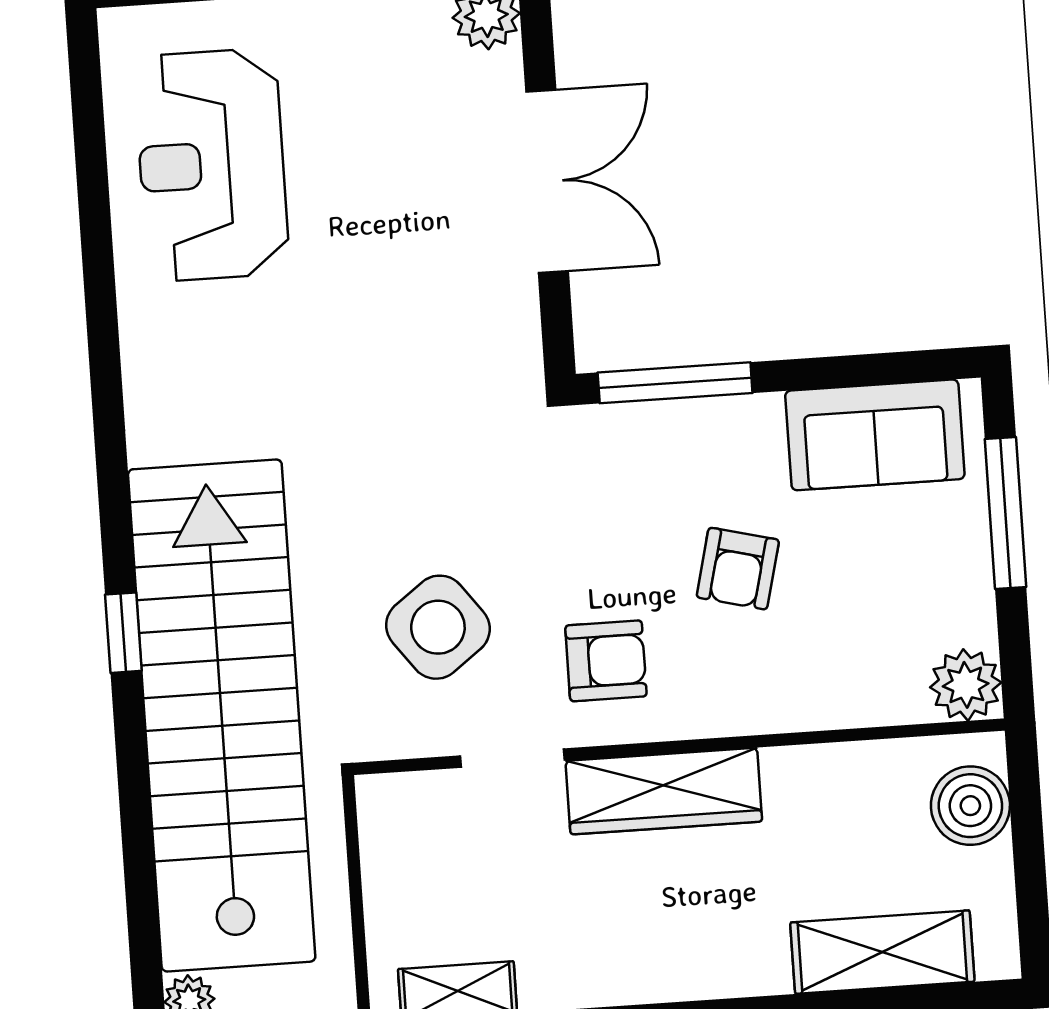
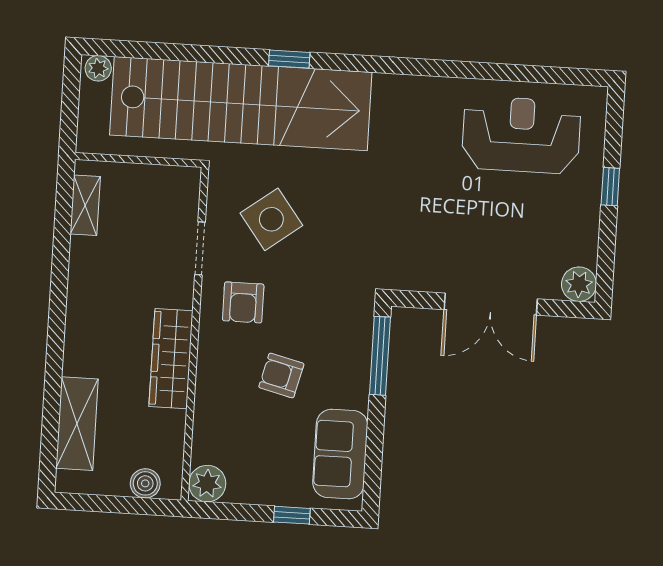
window: (1006, 513) -> (292, 515), width x0.46
wardrobe: (664, 791) -> (171, 359), moved
boiler: (970, 806) -> (145, 483), width x0.73, depth x0.73

